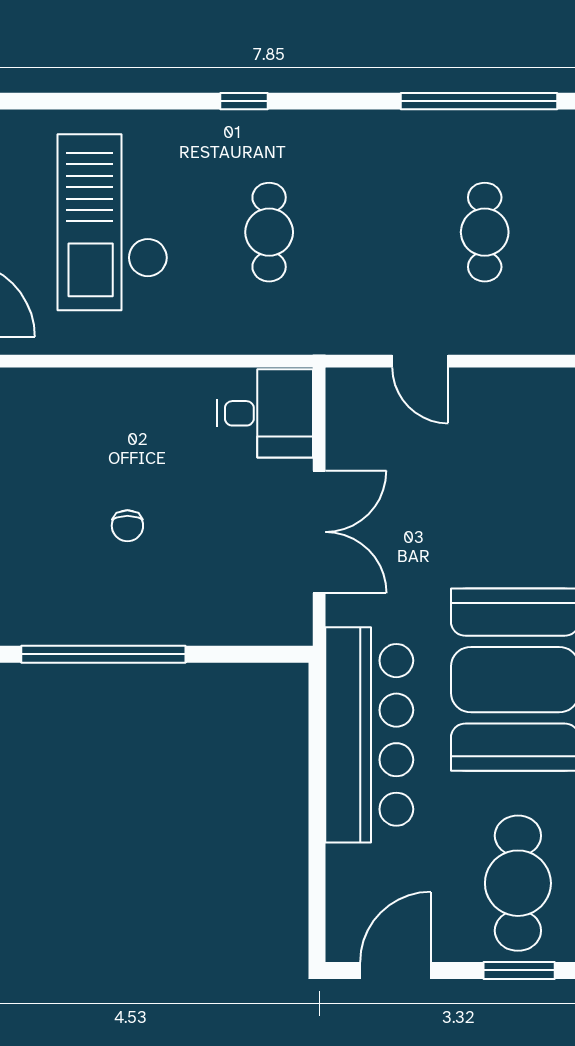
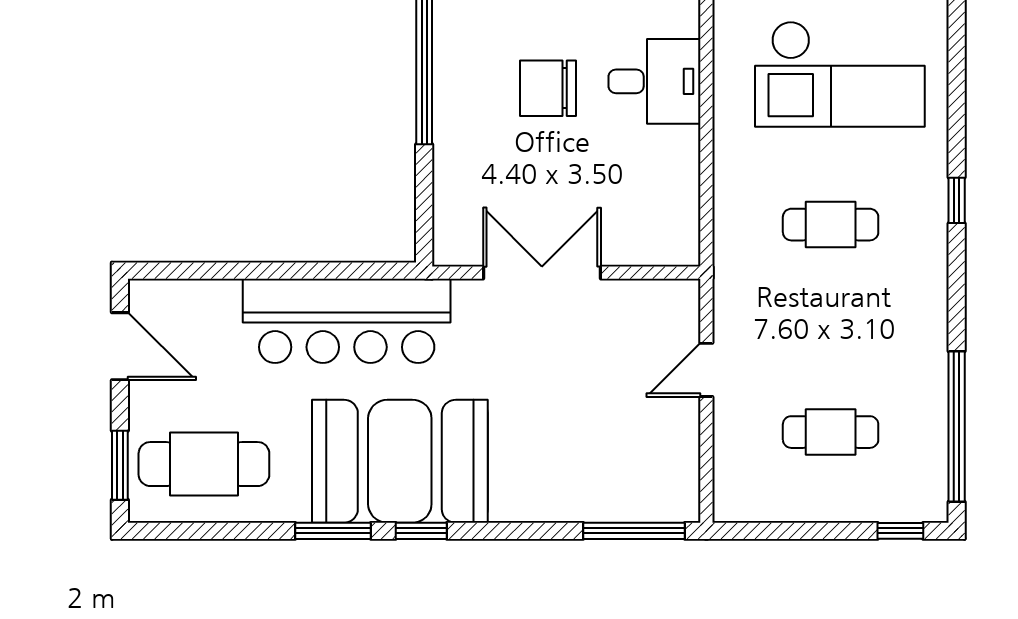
checkout: (113, 222) -> (840, 74), turned 180
desk: (265, 413) -> (655, 81), moved, turned -90
chair: (127, 526) -> (548, 88), width x1.87, depth x1.87
double door: (319, 532) -> (542, 273), swing flipped

